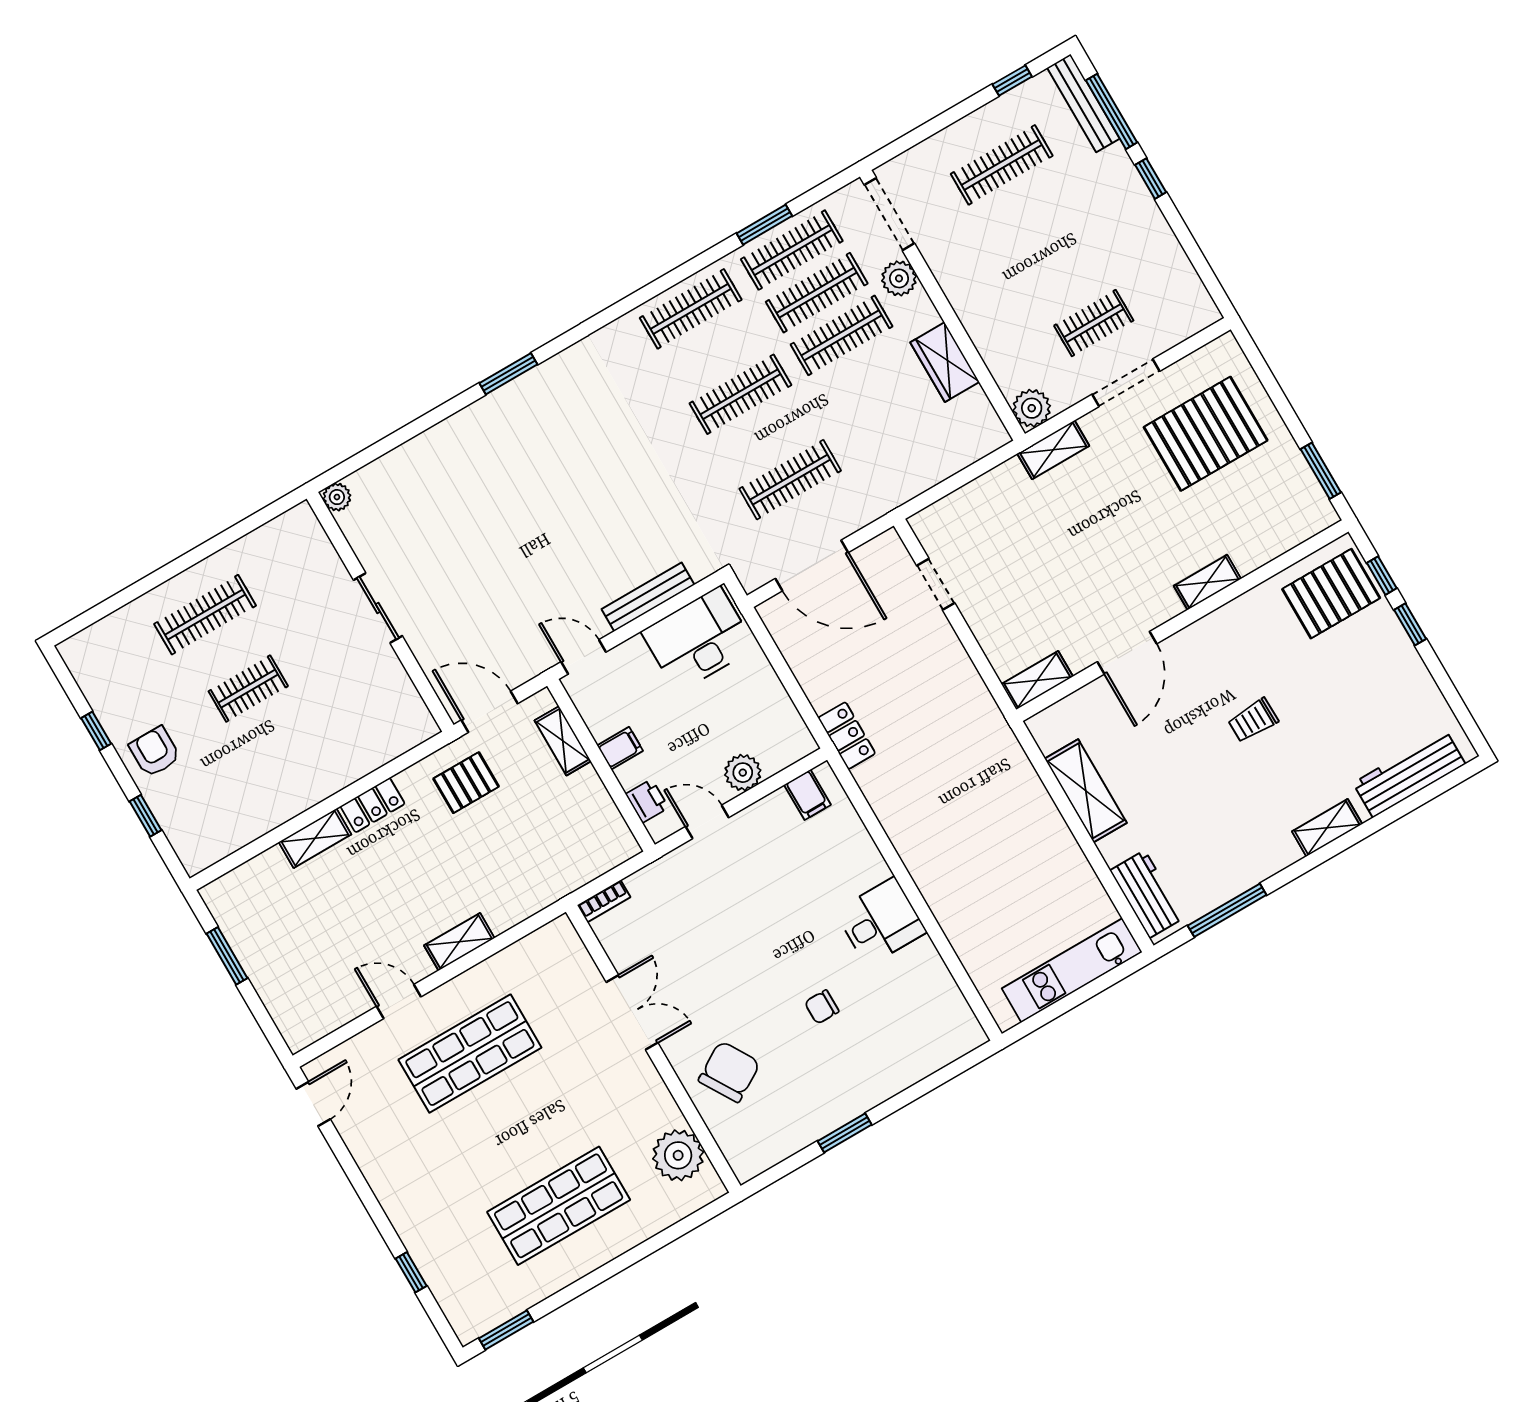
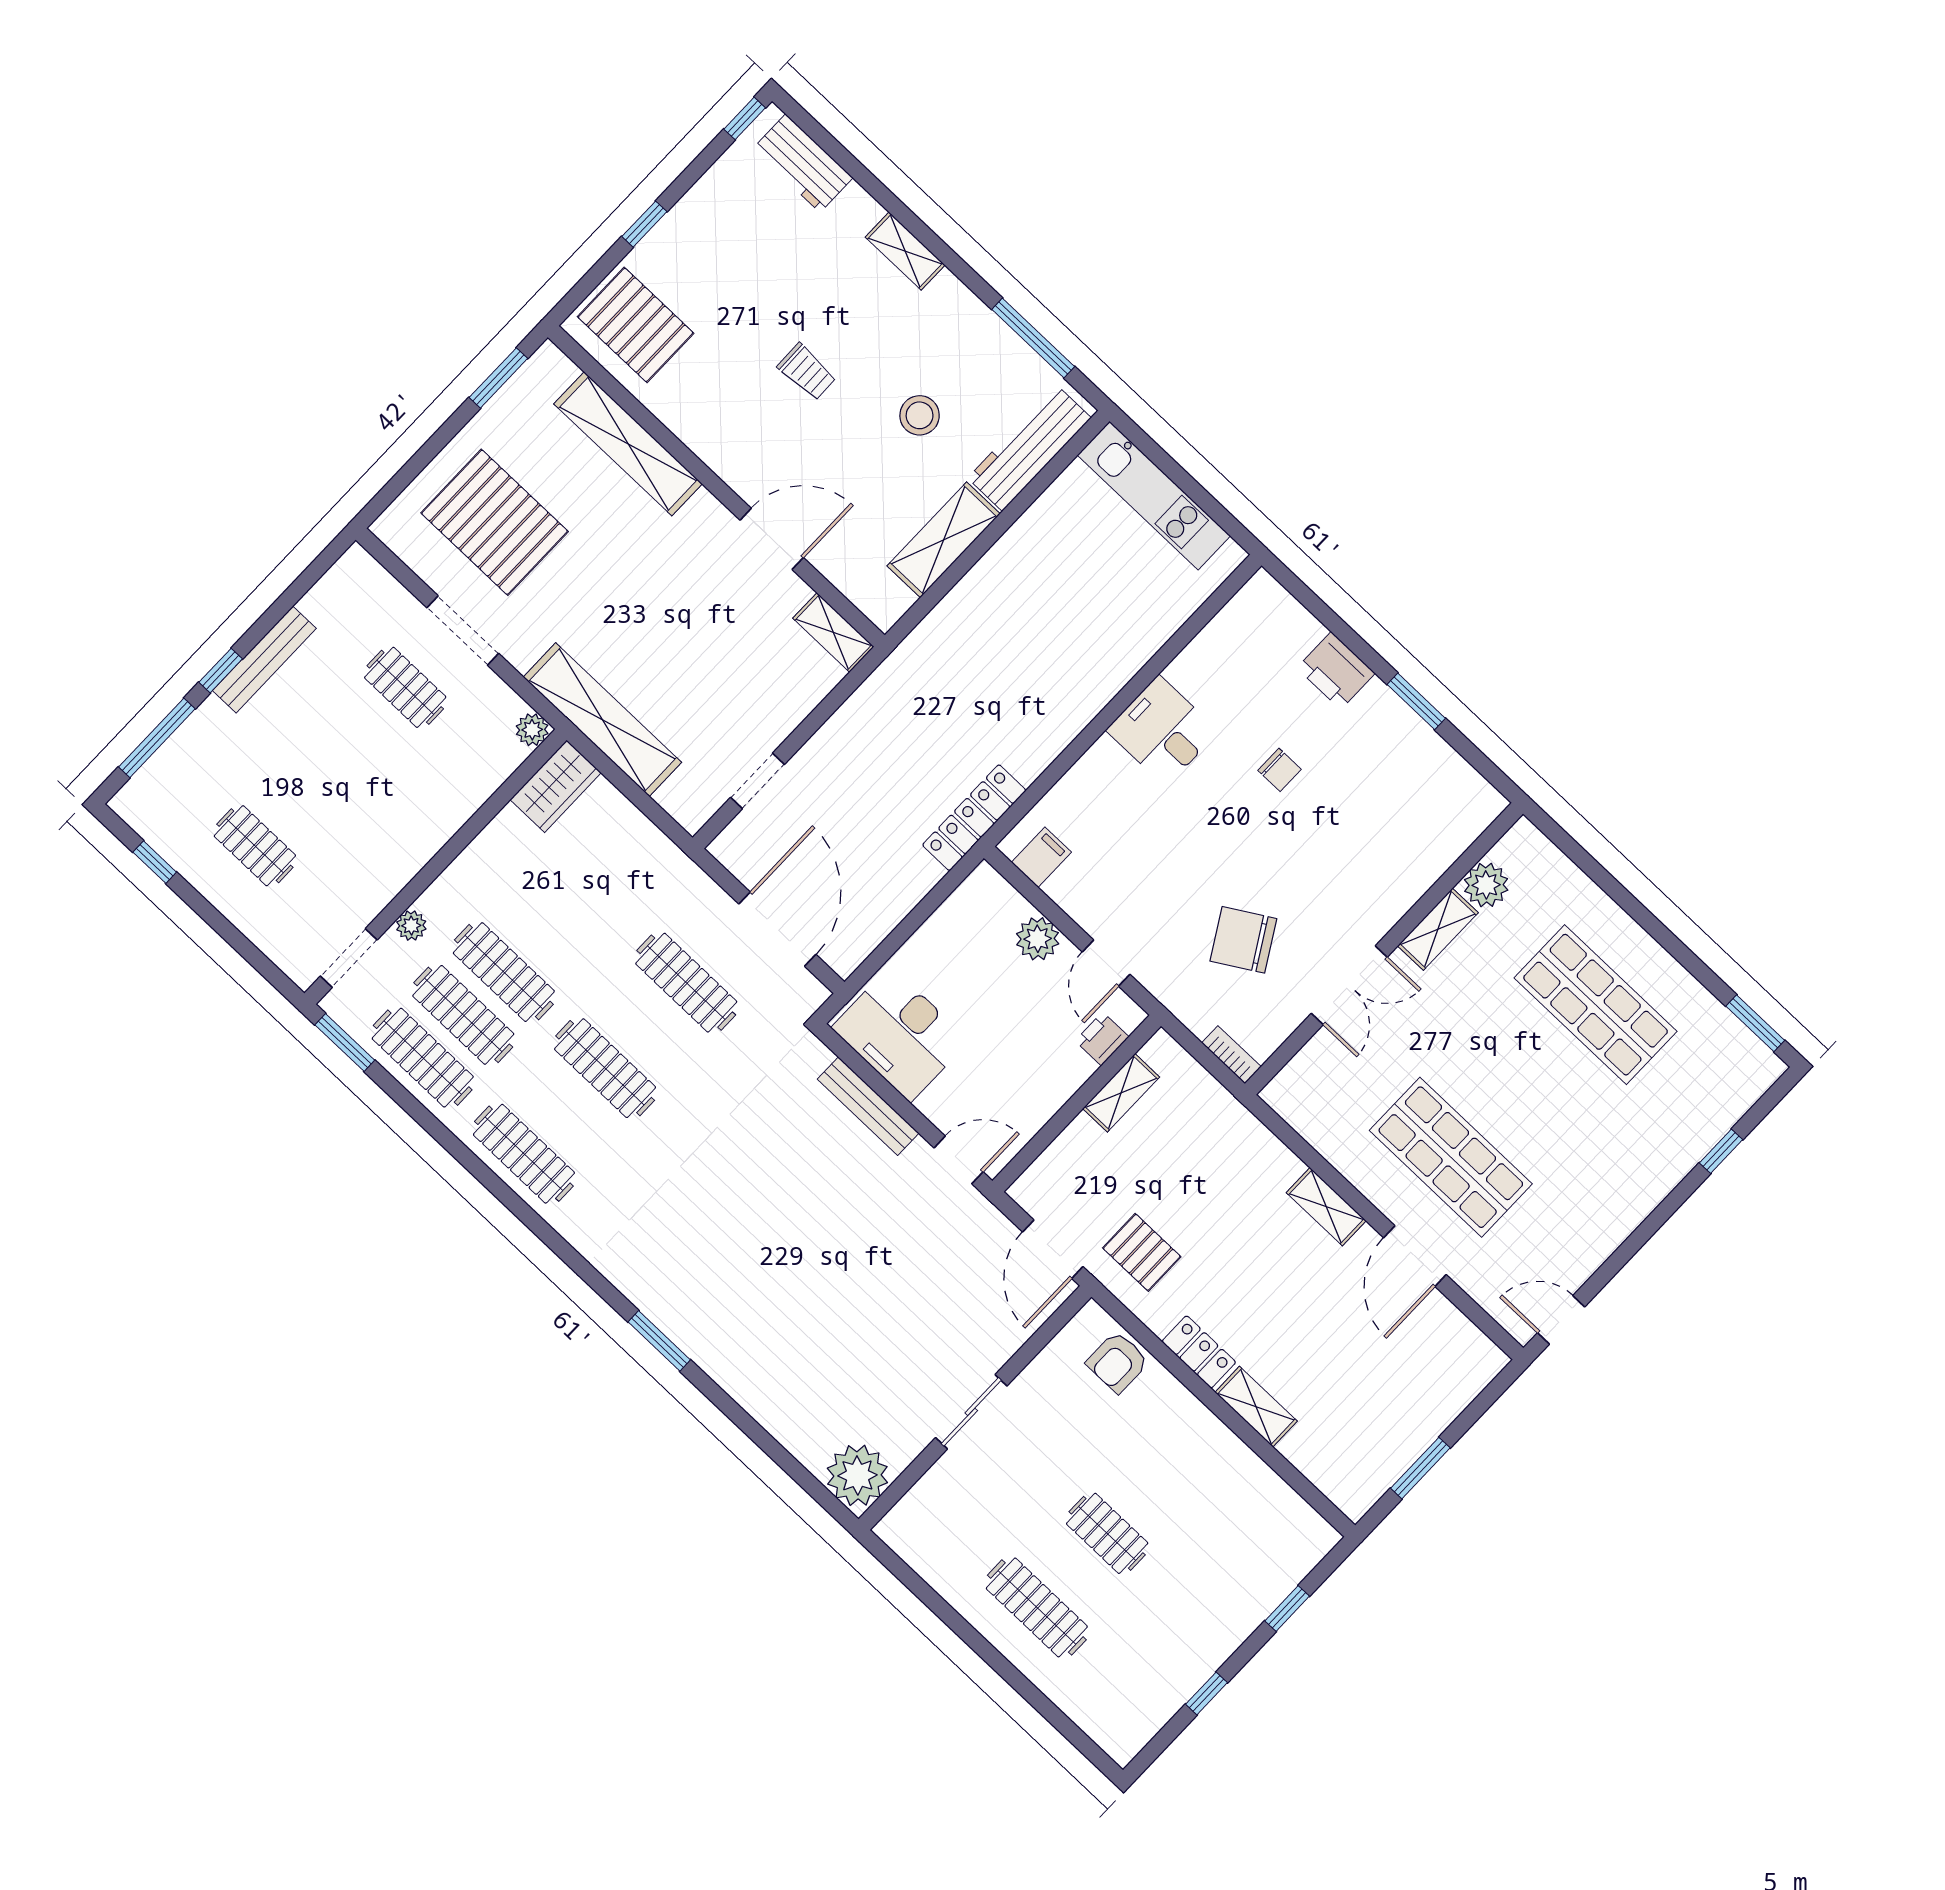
bench: (1083, 103) -> (264, 660), moved
clothes rail: (1002, 165) -> (255, 846), width x0.73
doorway: (889, 214) -> (349, 958), width x0.73
window: (764, 225) -> (345, 1042), moved
plant: (899, 278) -> (411, 926), width x0.73, depth x0.73
wardrobe: (945, 362) -> (556, 786), moved
plant: (1032, 408) -> (532, 730), width x0.73, depth x0.73
shelving: (1053, 450) -> (602, 720), width x2.20, depth x1.33
plant: (337, 497) -> (857, 1475), width x1.87, depth x1.87
window: (1382, 576) -> (745, 118), moved
shelving: (1207, 582) -> (628, 444), width x2.20, depth x1.33
door: (584, 657) -> (959, 1160), swing flipped
locker: (847, 736) -> (974, 818), width x1.53
shelving: (563, 741) -> (1121, 1093), moved
filing cabinet: (620, 748) -> (1051, 1087), removed
armchair: (155, 752) -> (1118, 1362), moved
workbench: (1409, 774) -> (803, 163), width x0.73
stool: (1192, 801) -> (920, 415), added
workbench: (1147, 894) -> (1029, 448), width x1.37
door: (399, 1001) -> (1415, 1256), width x1.38
double door: (632, 1012) -> (1349, 985), swing flipped
chair: (729, 1072) -> (1243, 940), moved
printer: (888, 1076) -> (1336, 671), added
shelving: (656, 1097) -> (1438, 929), added
plant: (678, 1155) -> (1486, 885), width x0.73, depth x0.73

